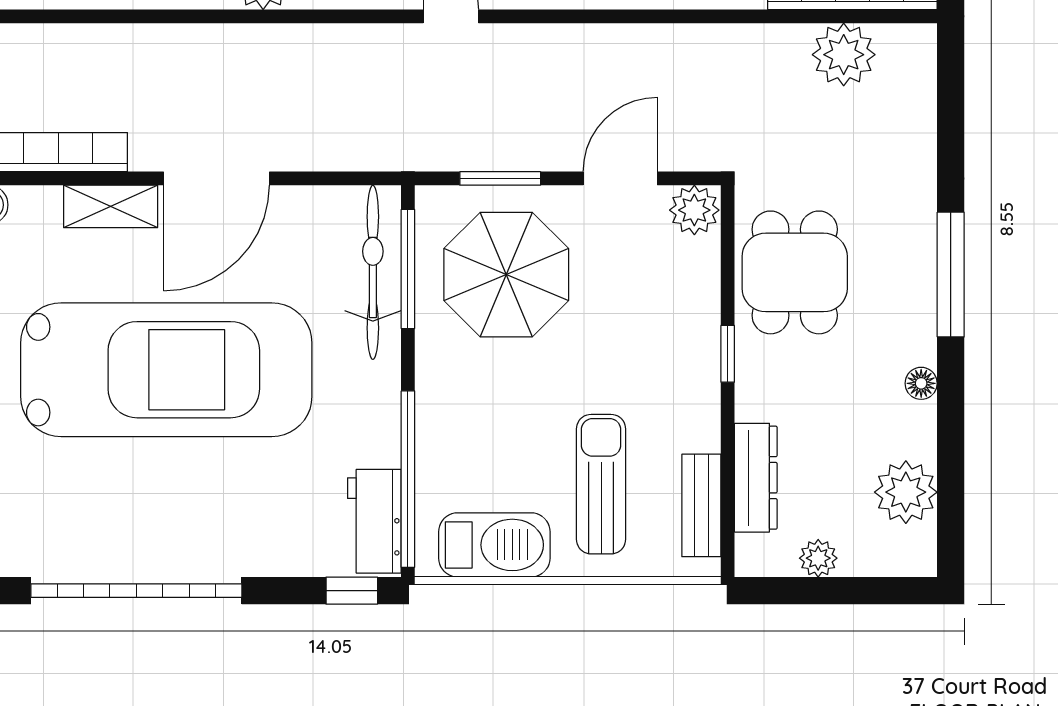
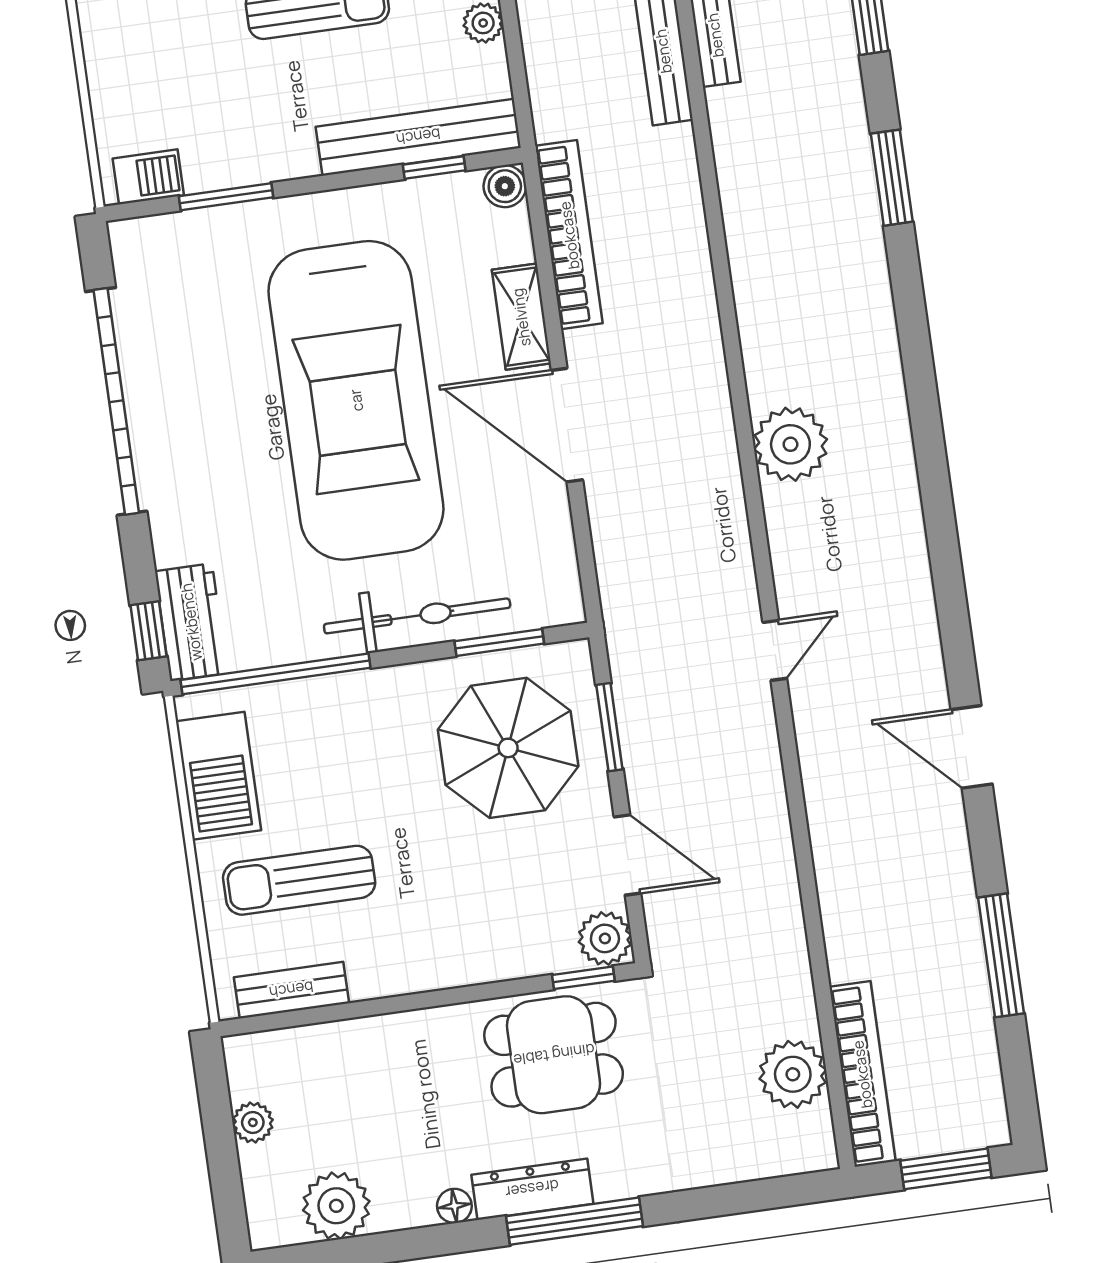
window: (408, 269) -> (499, 642), width x0.69
bicycle: (373, 272) -> (417, 616), moved
window: (728, 354) -> (583, 978), moved
dresser: (756, 478) -> (532, 1189), moved, turned 180
sun lounger: (601, 484) -> (299, 880), turned 180
workbench: (374, 521) -> (191, 622), moved, turned 90

